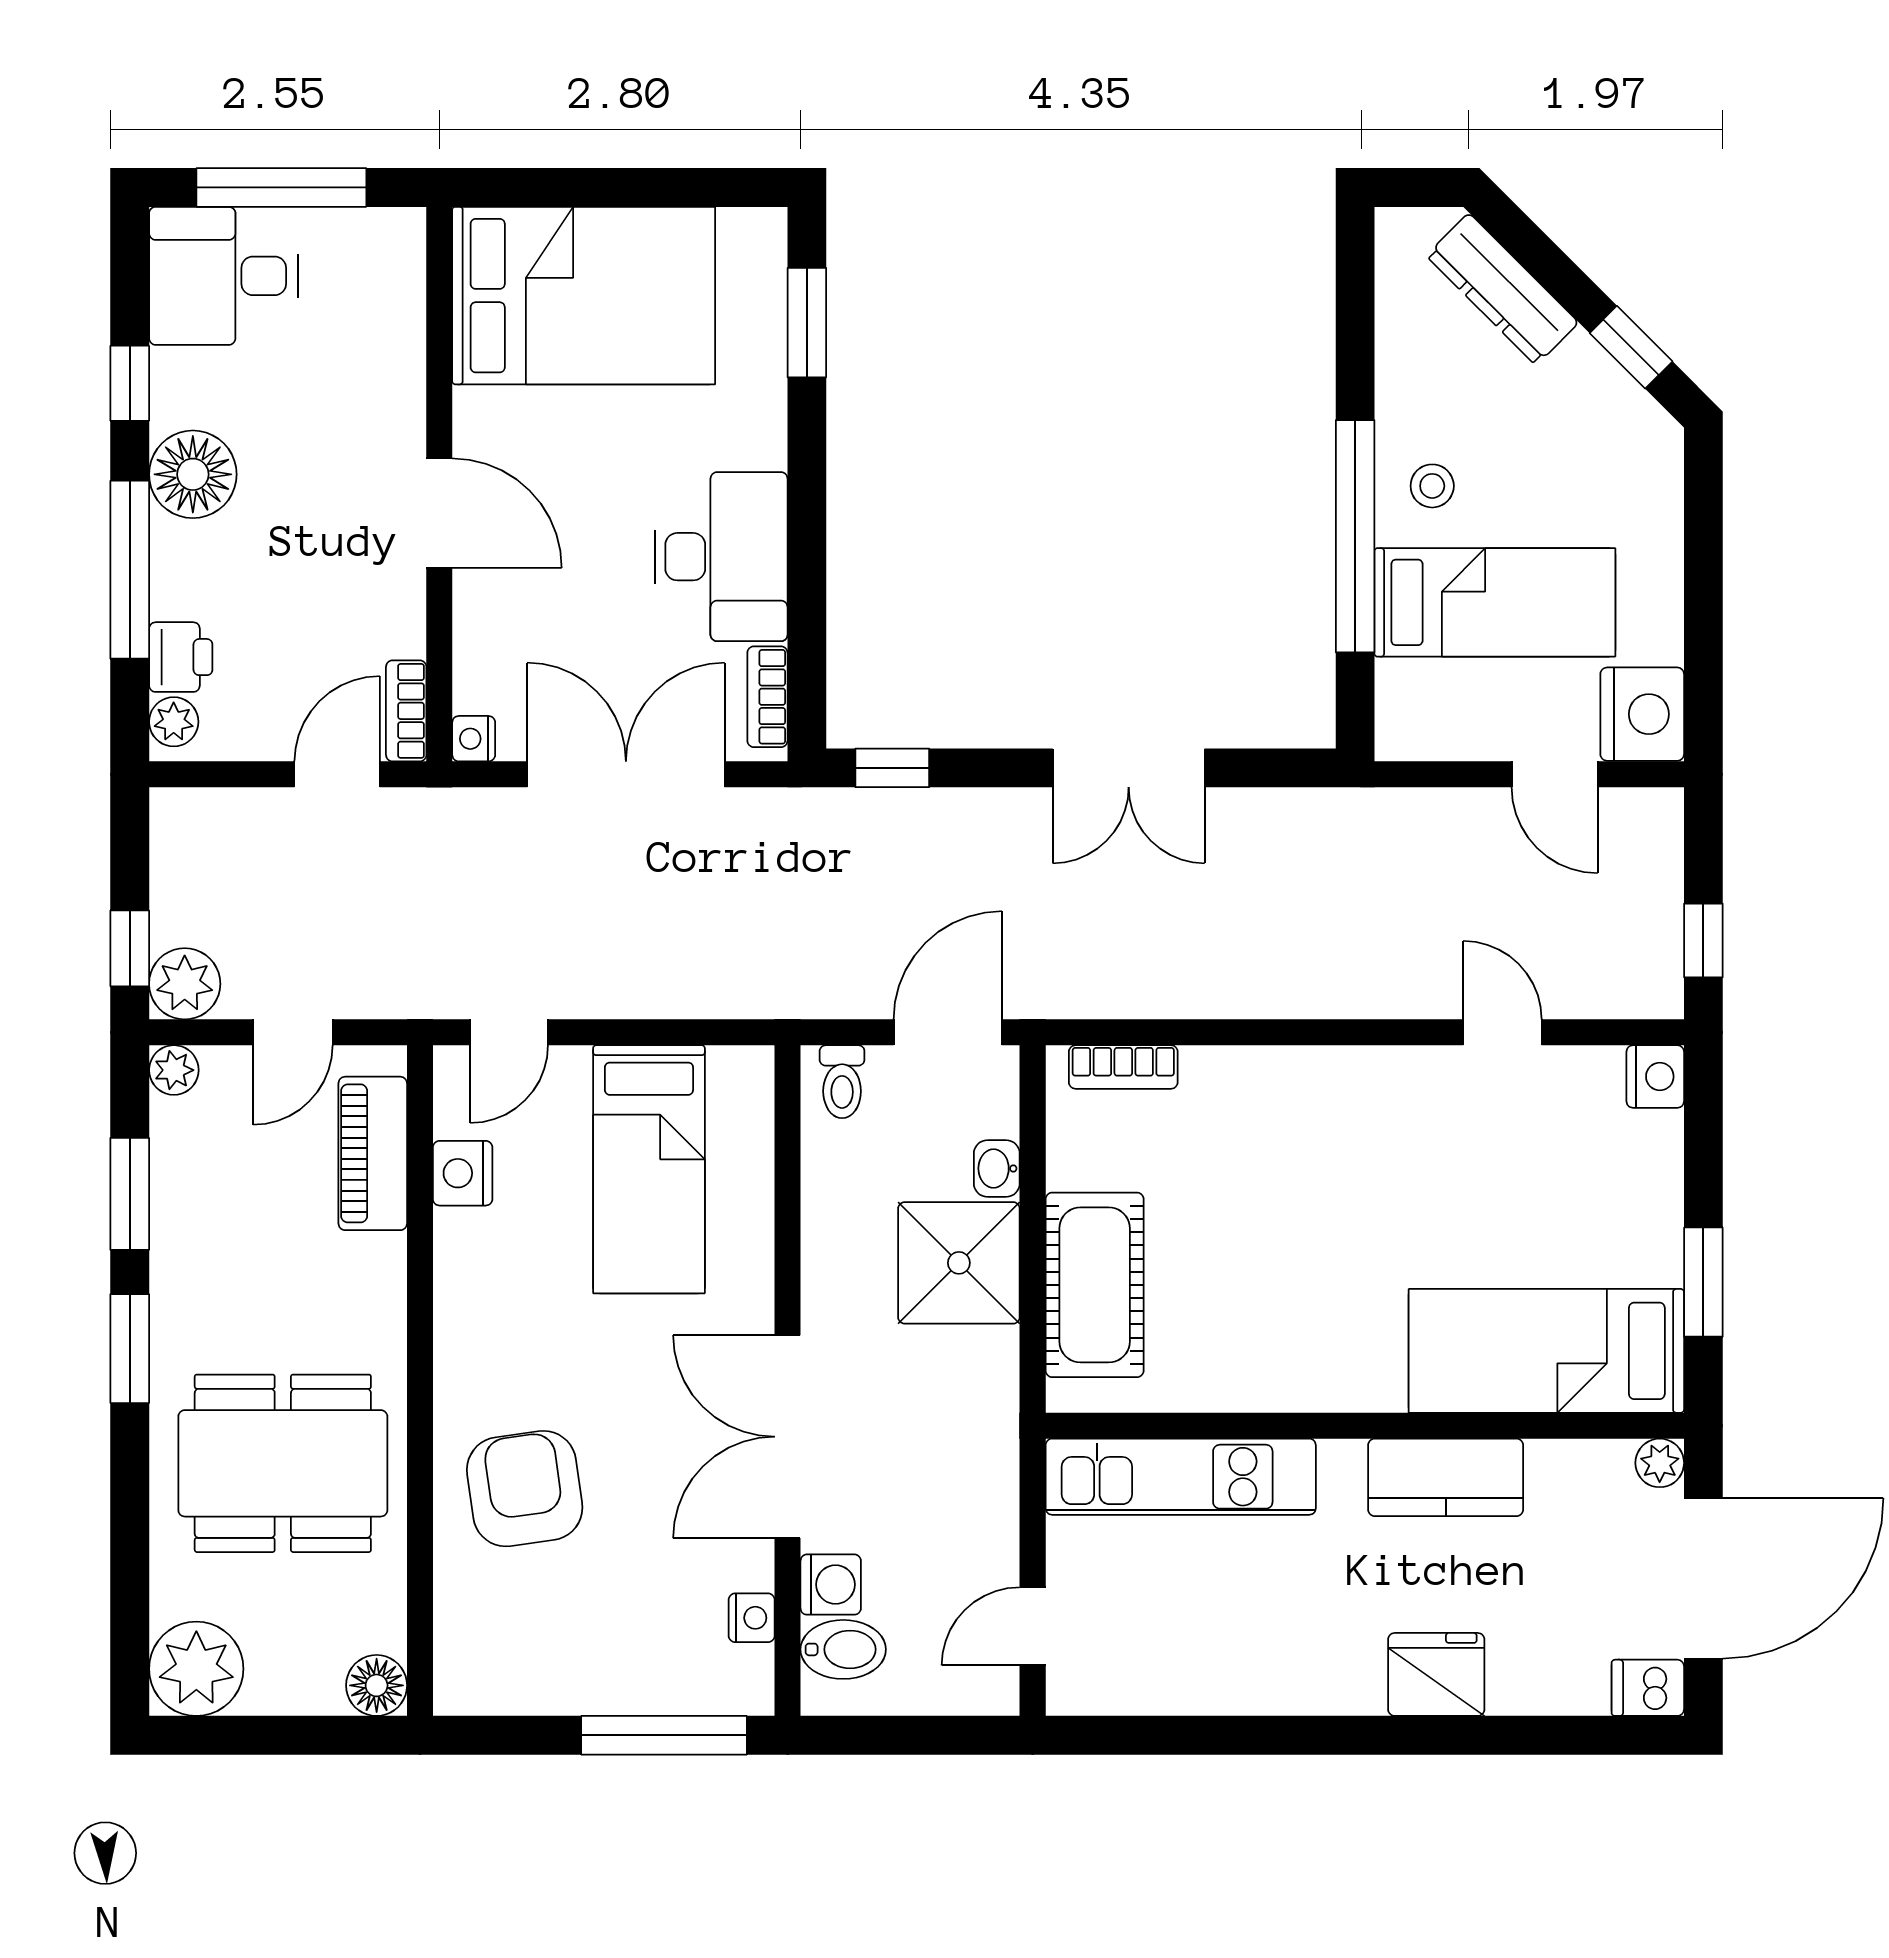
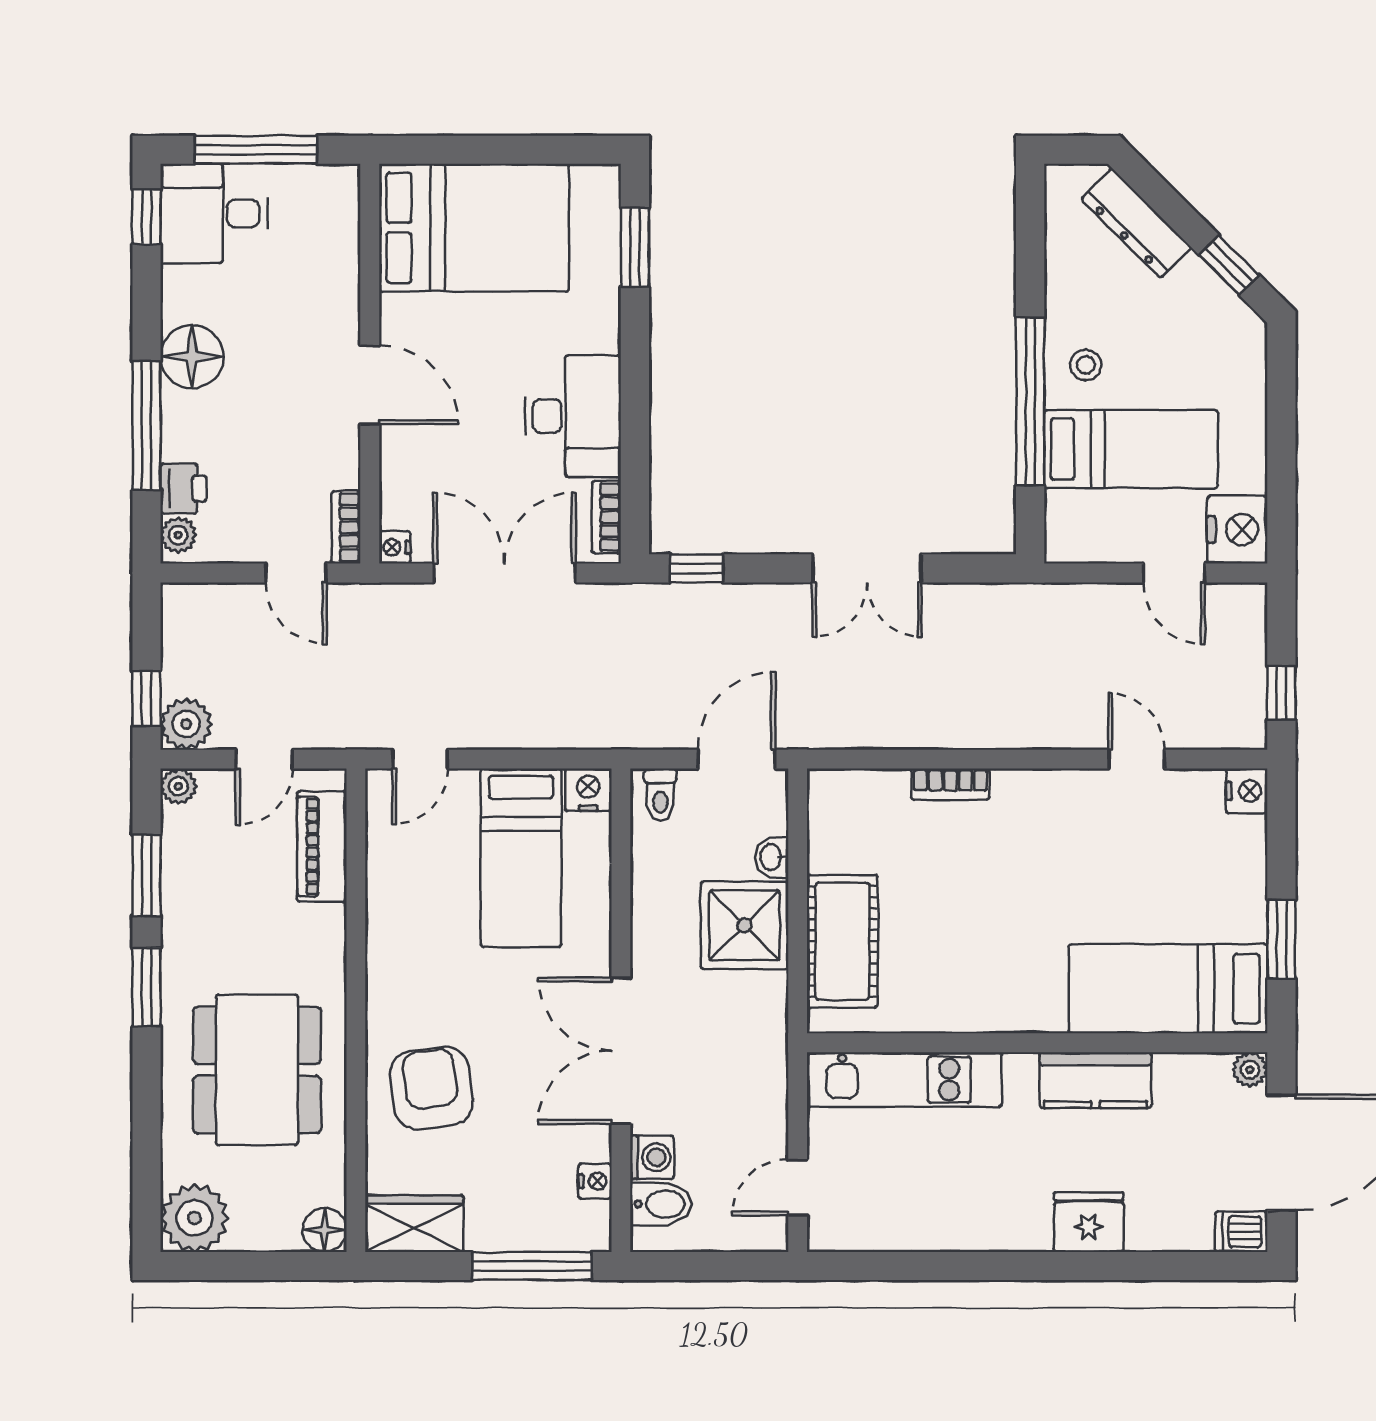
window: (130, 383) -> (147, 217), moved
door: (337, 774) -> (296, 573), swing flipped
bookcase: (1123, 1067) -> (950, 784), moved
nightstand: (463, 1173) -> (588, 790), moved, turned 90
dining table: (283, 1463) -> (257, 1070), turned 90
wardrobe: (501, 1676) -> (414, 1224), added

